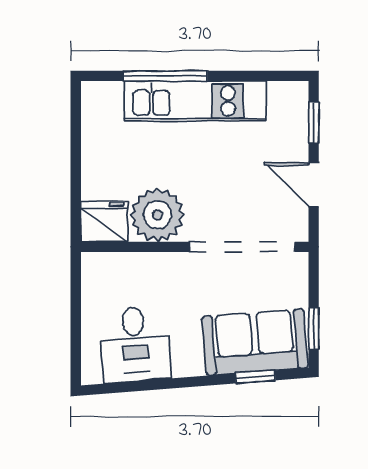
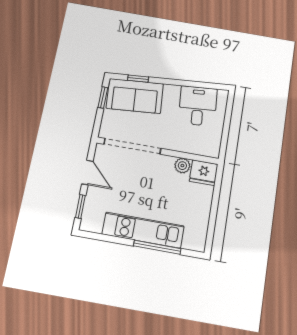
plant: (157, 215) -> (182, 166), width x0.53, depth x0.53

